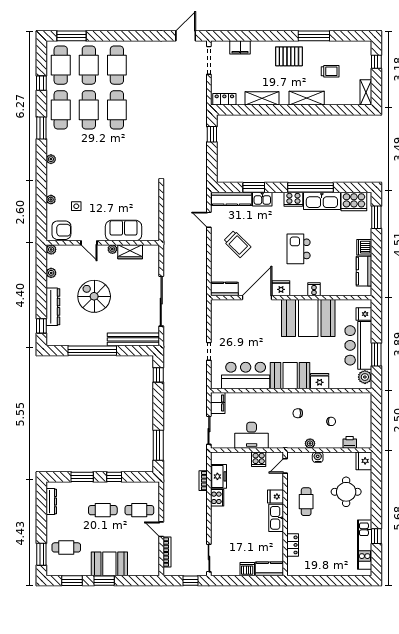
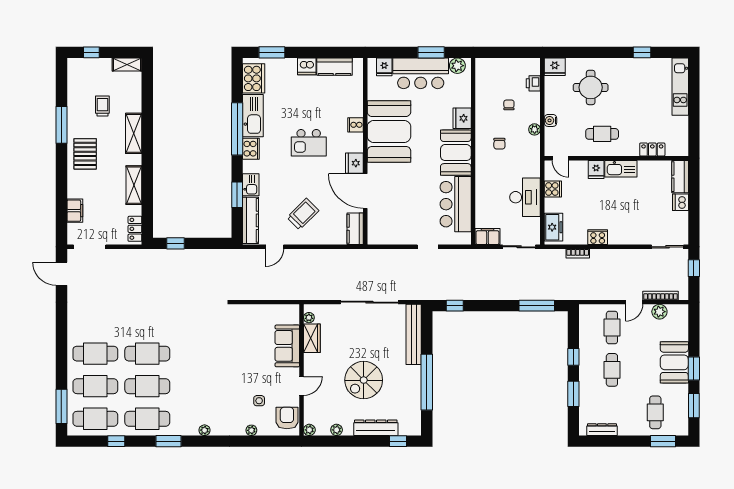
plant: (112, 249) -> (309, 318), moved
freezer: (219, 476) -> (553, 227), moved, turned 90
kitchen unit: (365, 545) -> (680, 87), moved, turned 90
plant: (153, 551) -> (659, 312), added

